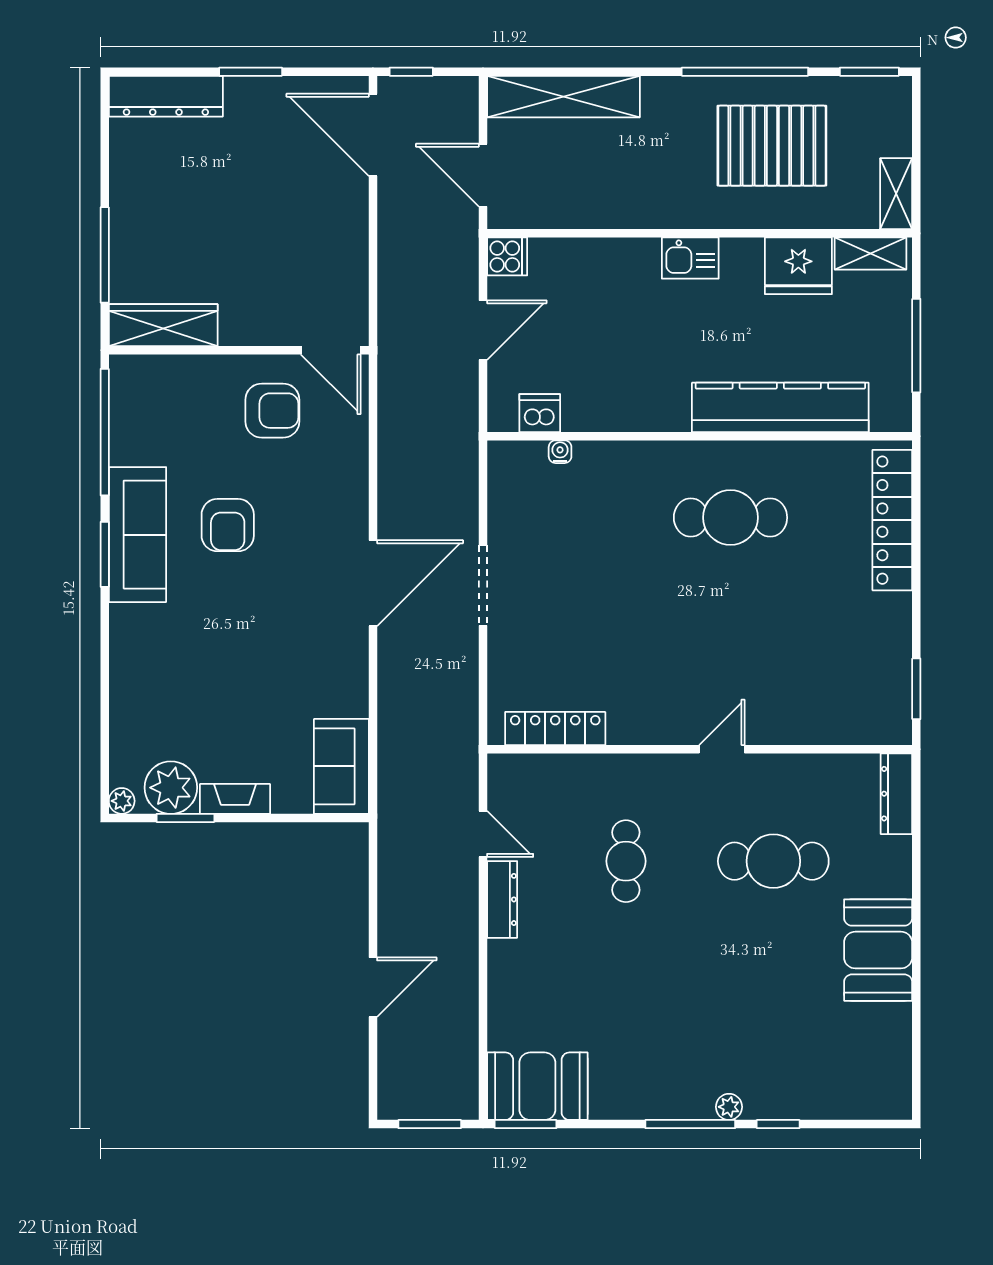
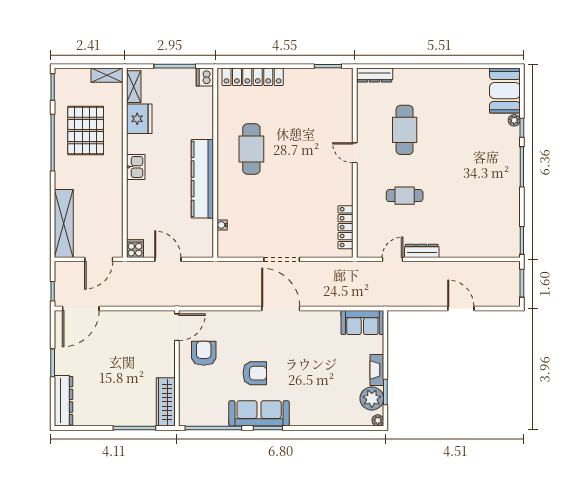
kitchen counter: (780, 407) -> (202, 179), moved
dishwasher: (540, 413) -> (205, 77), moved
booth: (878, 950) -> (505, 91), moved, turned 90
booth: (537, 1086) -> (505, 235), removed
plant: (729, 1107) -> (514, 120), moved

